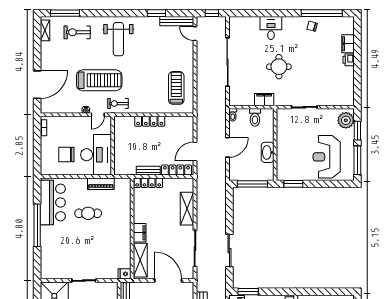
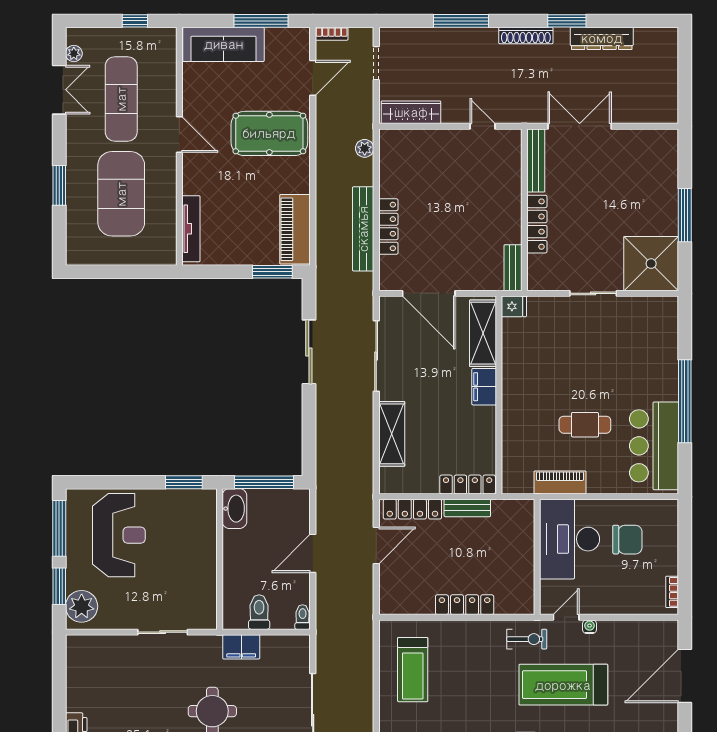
washbasin: (268, 152) -> (234, 509), moved

